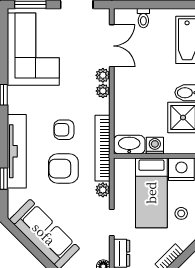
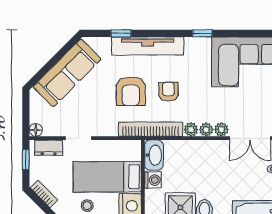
armchair: (63, 169) -> (131, 91), turned 180
plant: (103, 190) -> (191, 129), moved

